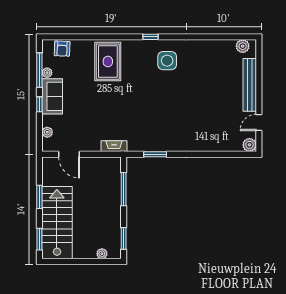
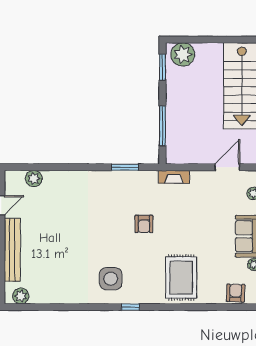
armchair: (139, 107) -> (144, 224), added
plant: (249, 145) -> (34, 178), moved
door: (69, 154) -> (227, 167), hinge flipped
plant: (102, 254) -> (183, 54), width x1.88, depth x1.88

